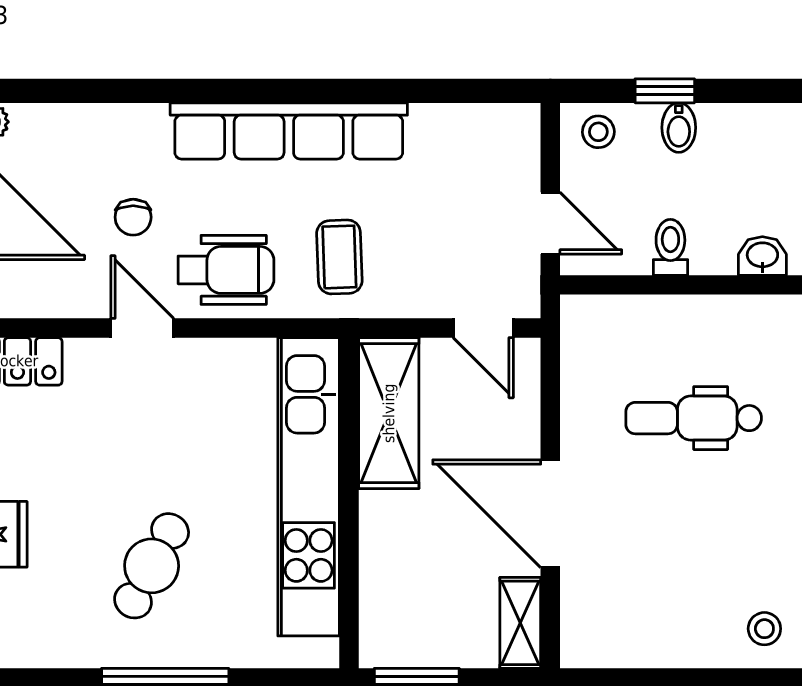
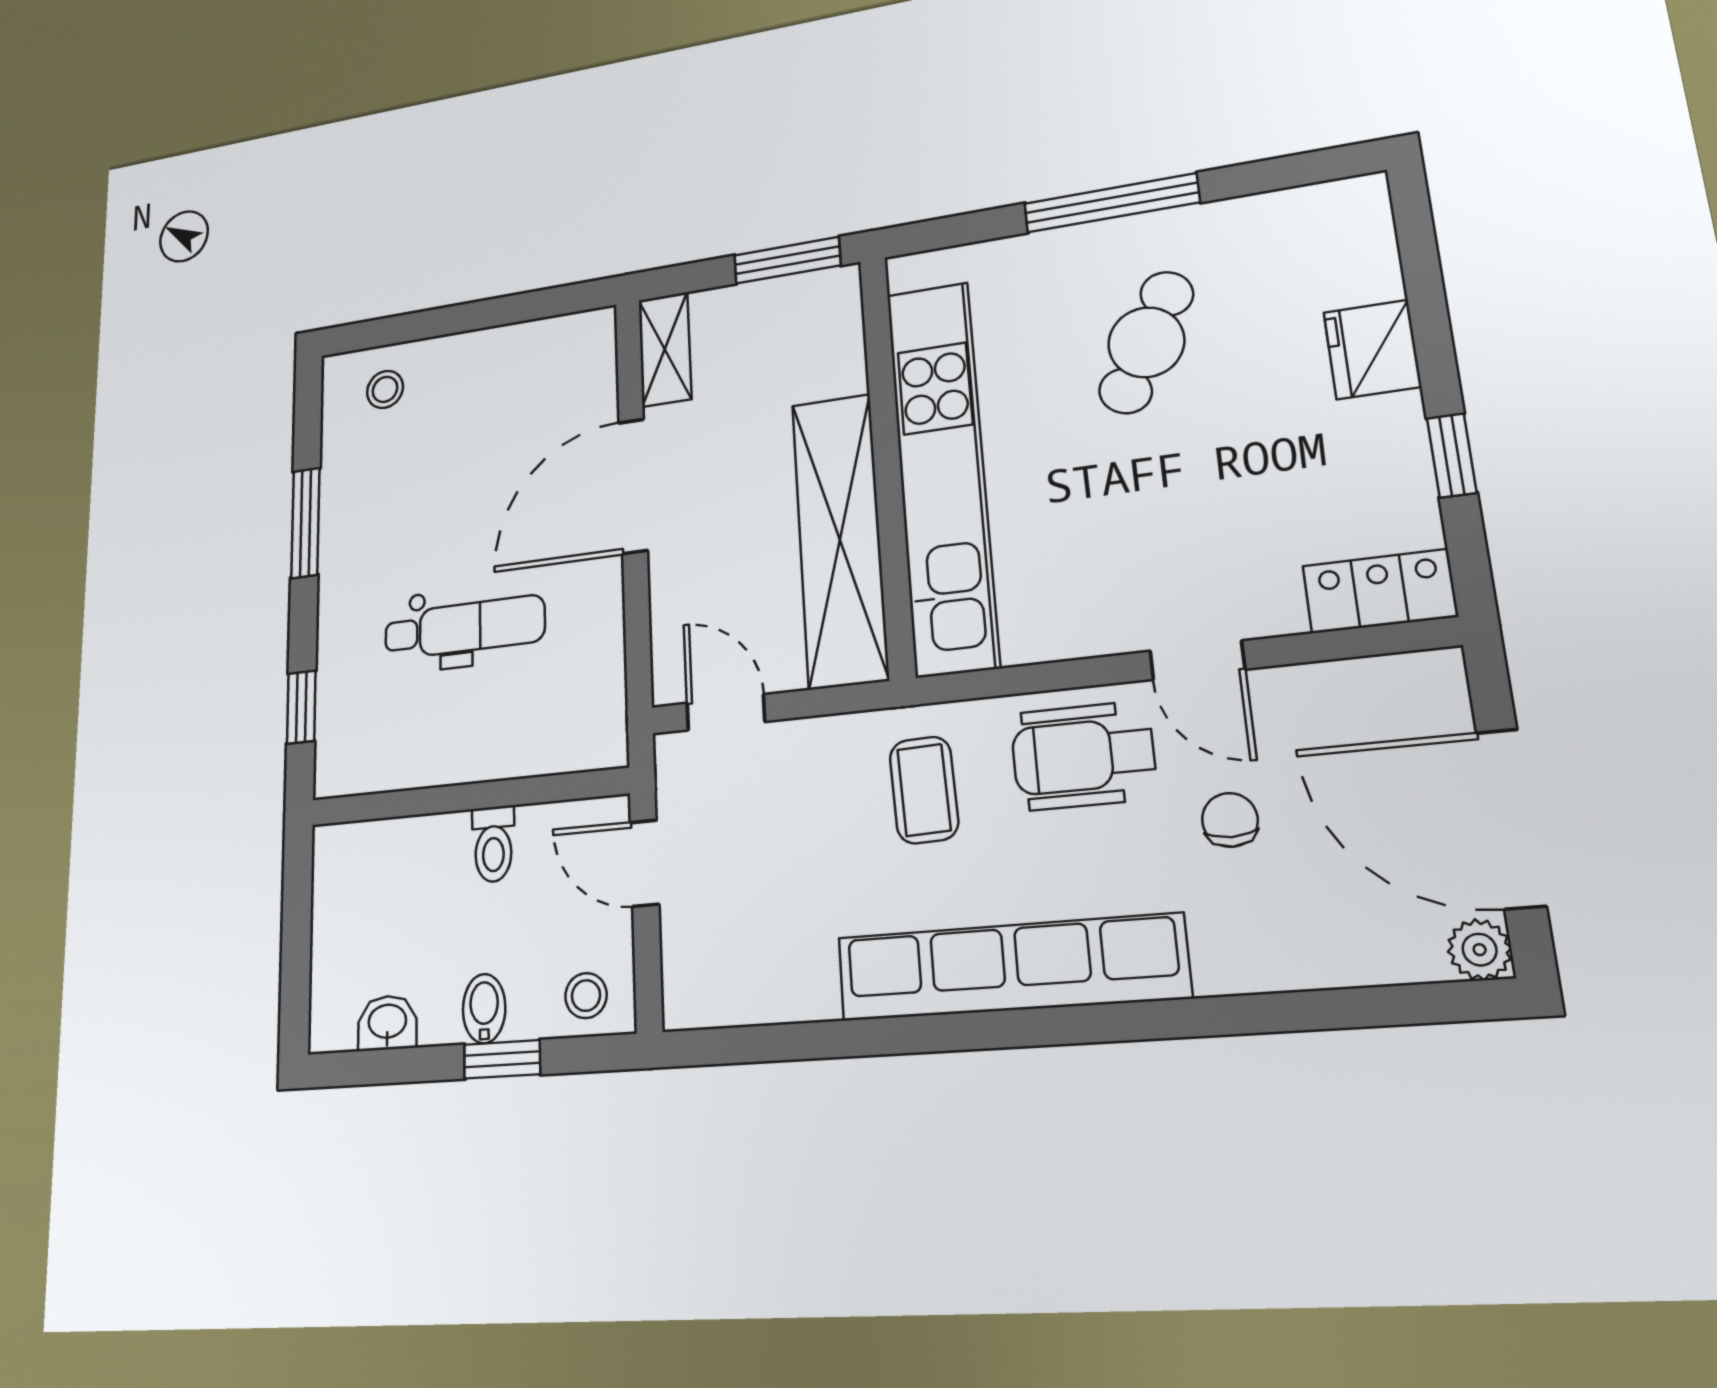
washbasin: (762, 256) -> (387, 1023), moved, turned 180
shelving: (389, 413) -> (840, 540), width x1.47
door: (550, 514) -> (633, 486), swing flipped

